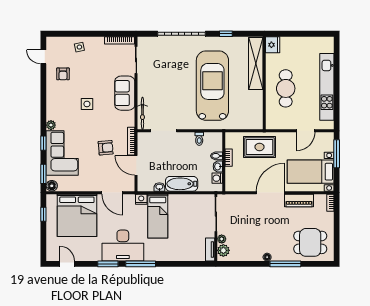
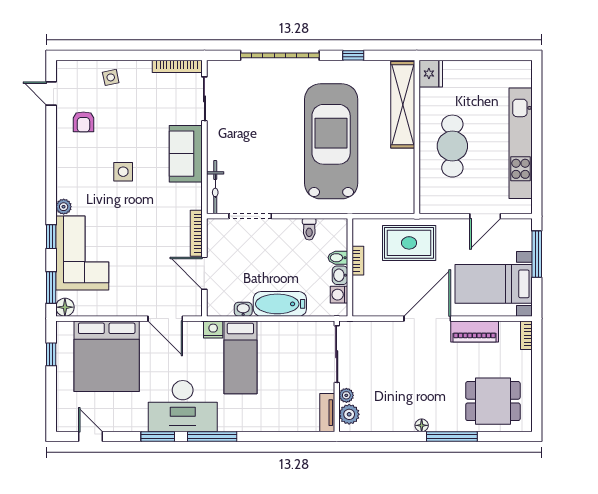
armchair: (106, 148) -> (154, 244), removed

